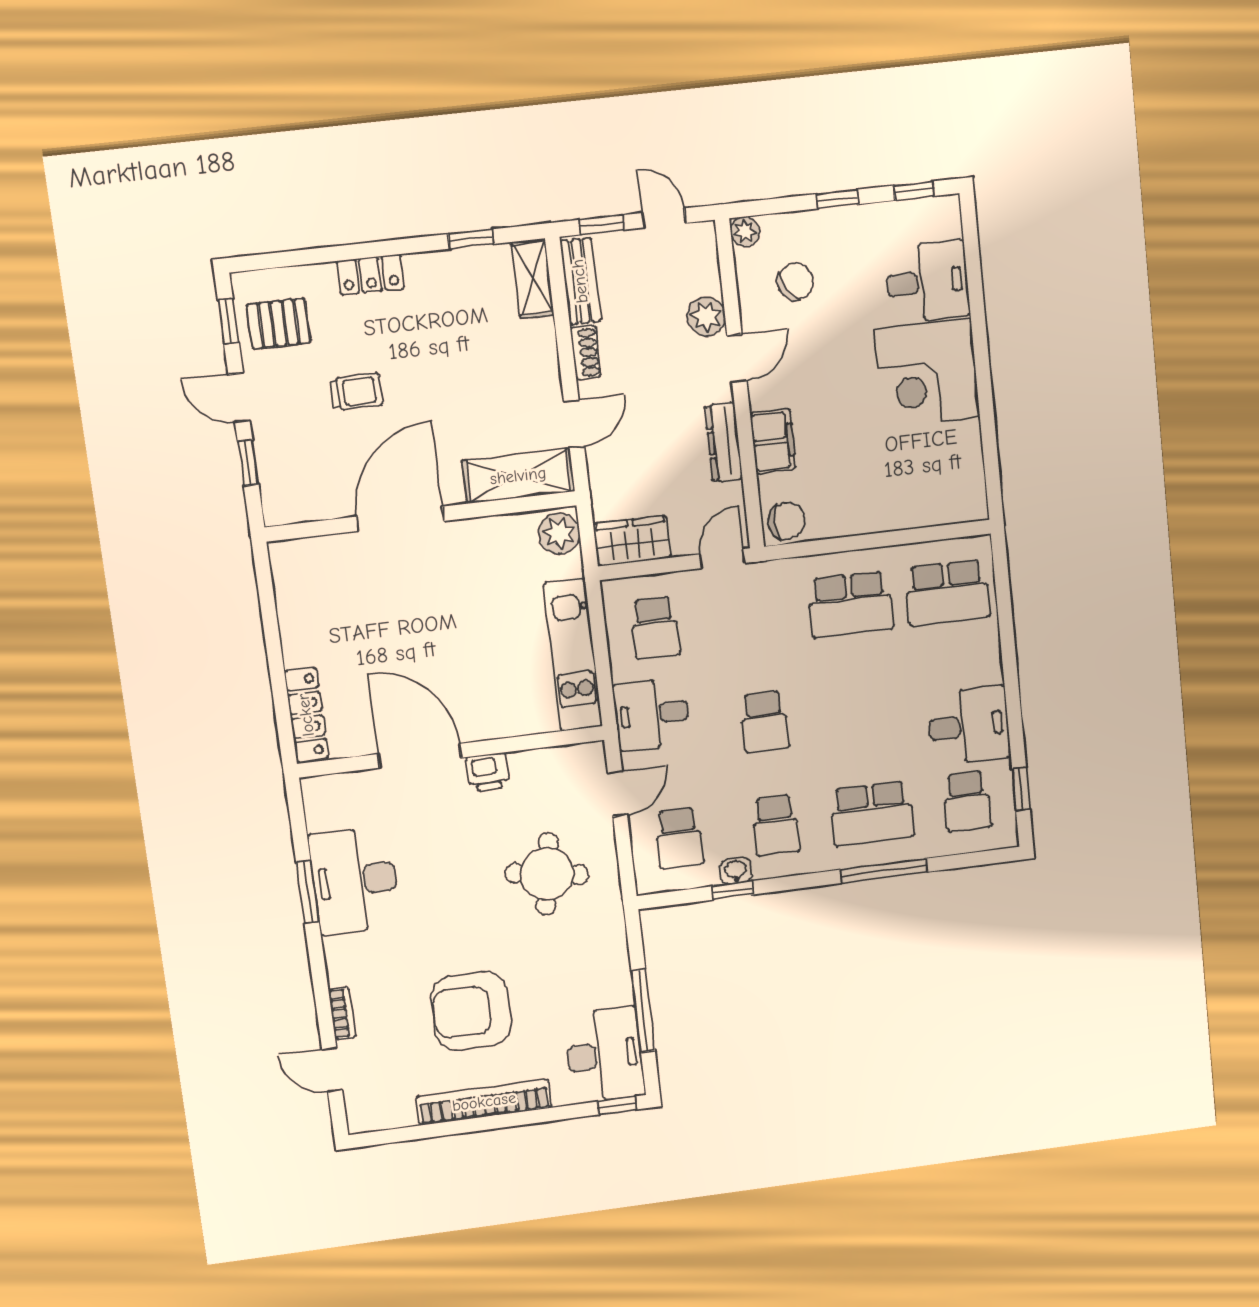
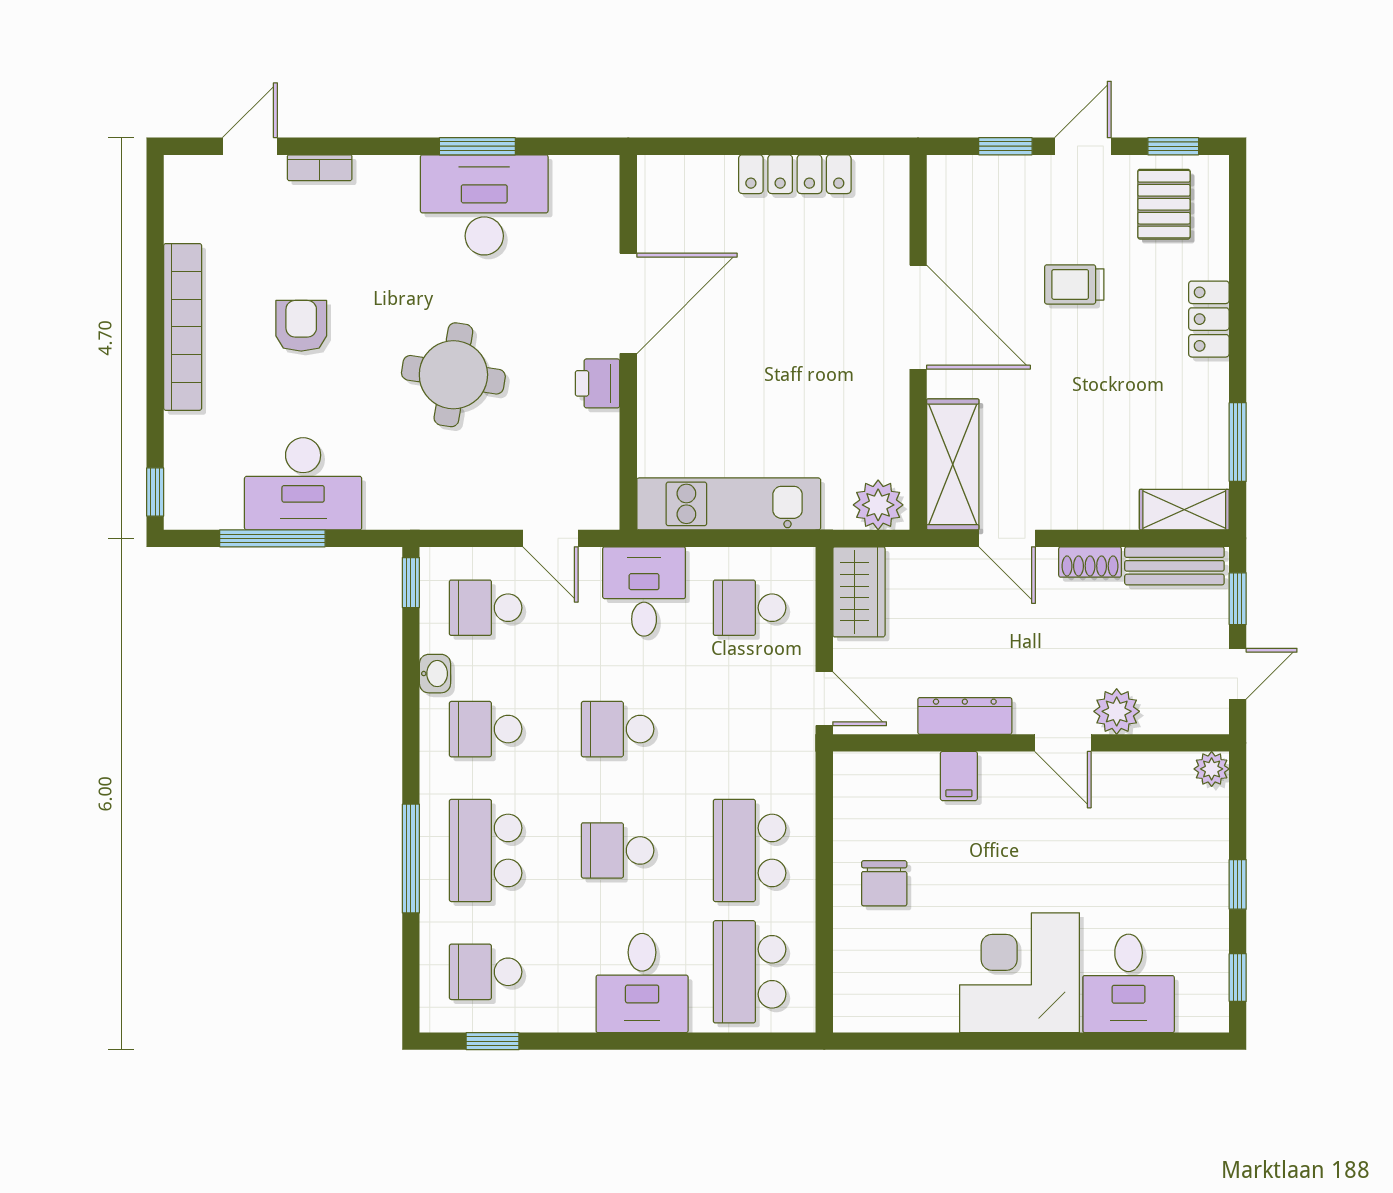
window: (471, 239) -> (1238, 442), width x1.50
chair: (796, 282) -> (1146, 824), removed
trolley: (356, 392) -> (1074, 284), turned 90
filing cabinet: (773, 441) -> (959, 776), width x0.50
chair: (786, 521) -> (884, 883), moved
school desk: (861, 710) -> (618, 850), added
locker: (306, 715) -> (795, 174), moved
desk: (969, 726) -> (642, 983), moved
round table: (547, 874) -> (453, 375), moved
window: (733, 890) -> (411, 583), moved
armchair: (471, 1011) -> (301, 326), width x0.53, depth x0.53
desk: (604, 1055) -> (303, 484), moved

